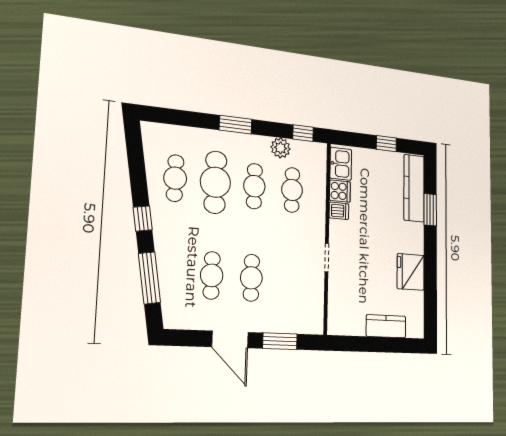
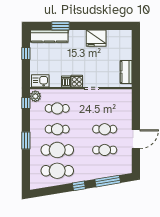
plant: (280, 148) -> (35, 96), moved
cafe table: (175, 178) -> (57, 171), width x1.37, depth x1.35
cooker: (340, 191) -> (77, 81), moved
kitchen counter: (386, 326) -> (126, 72), moved
window: (280, 341) -> (136, 113), removed

